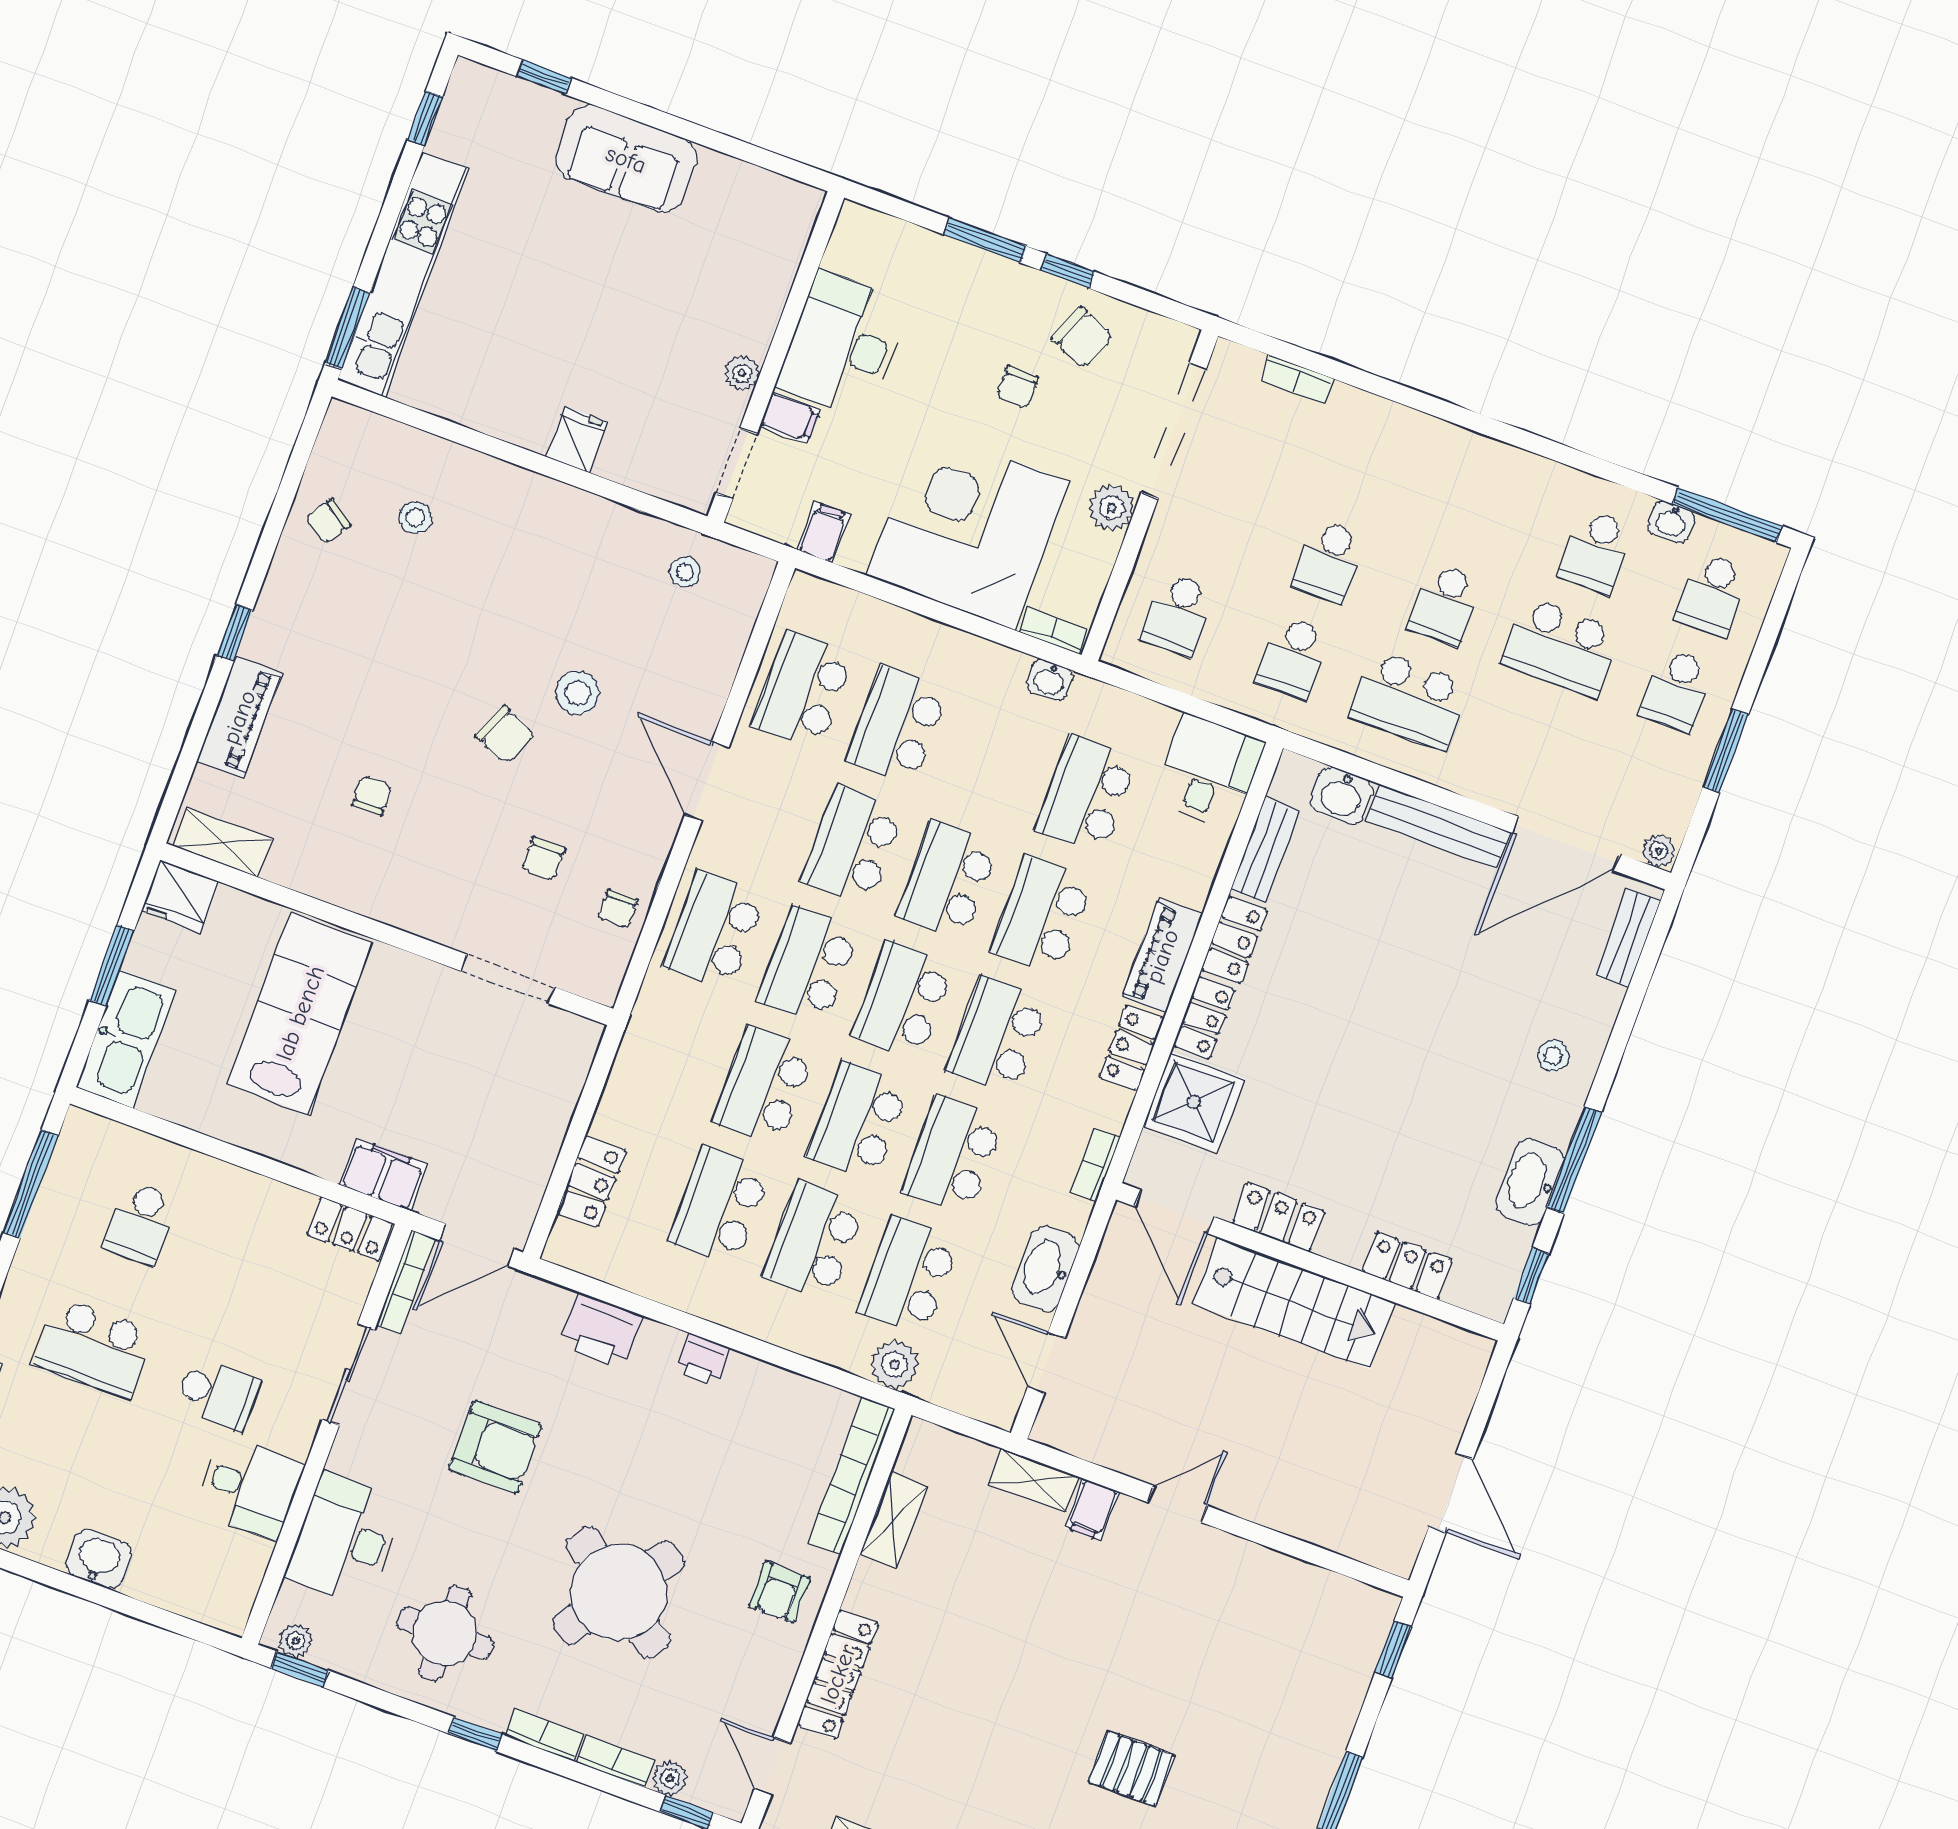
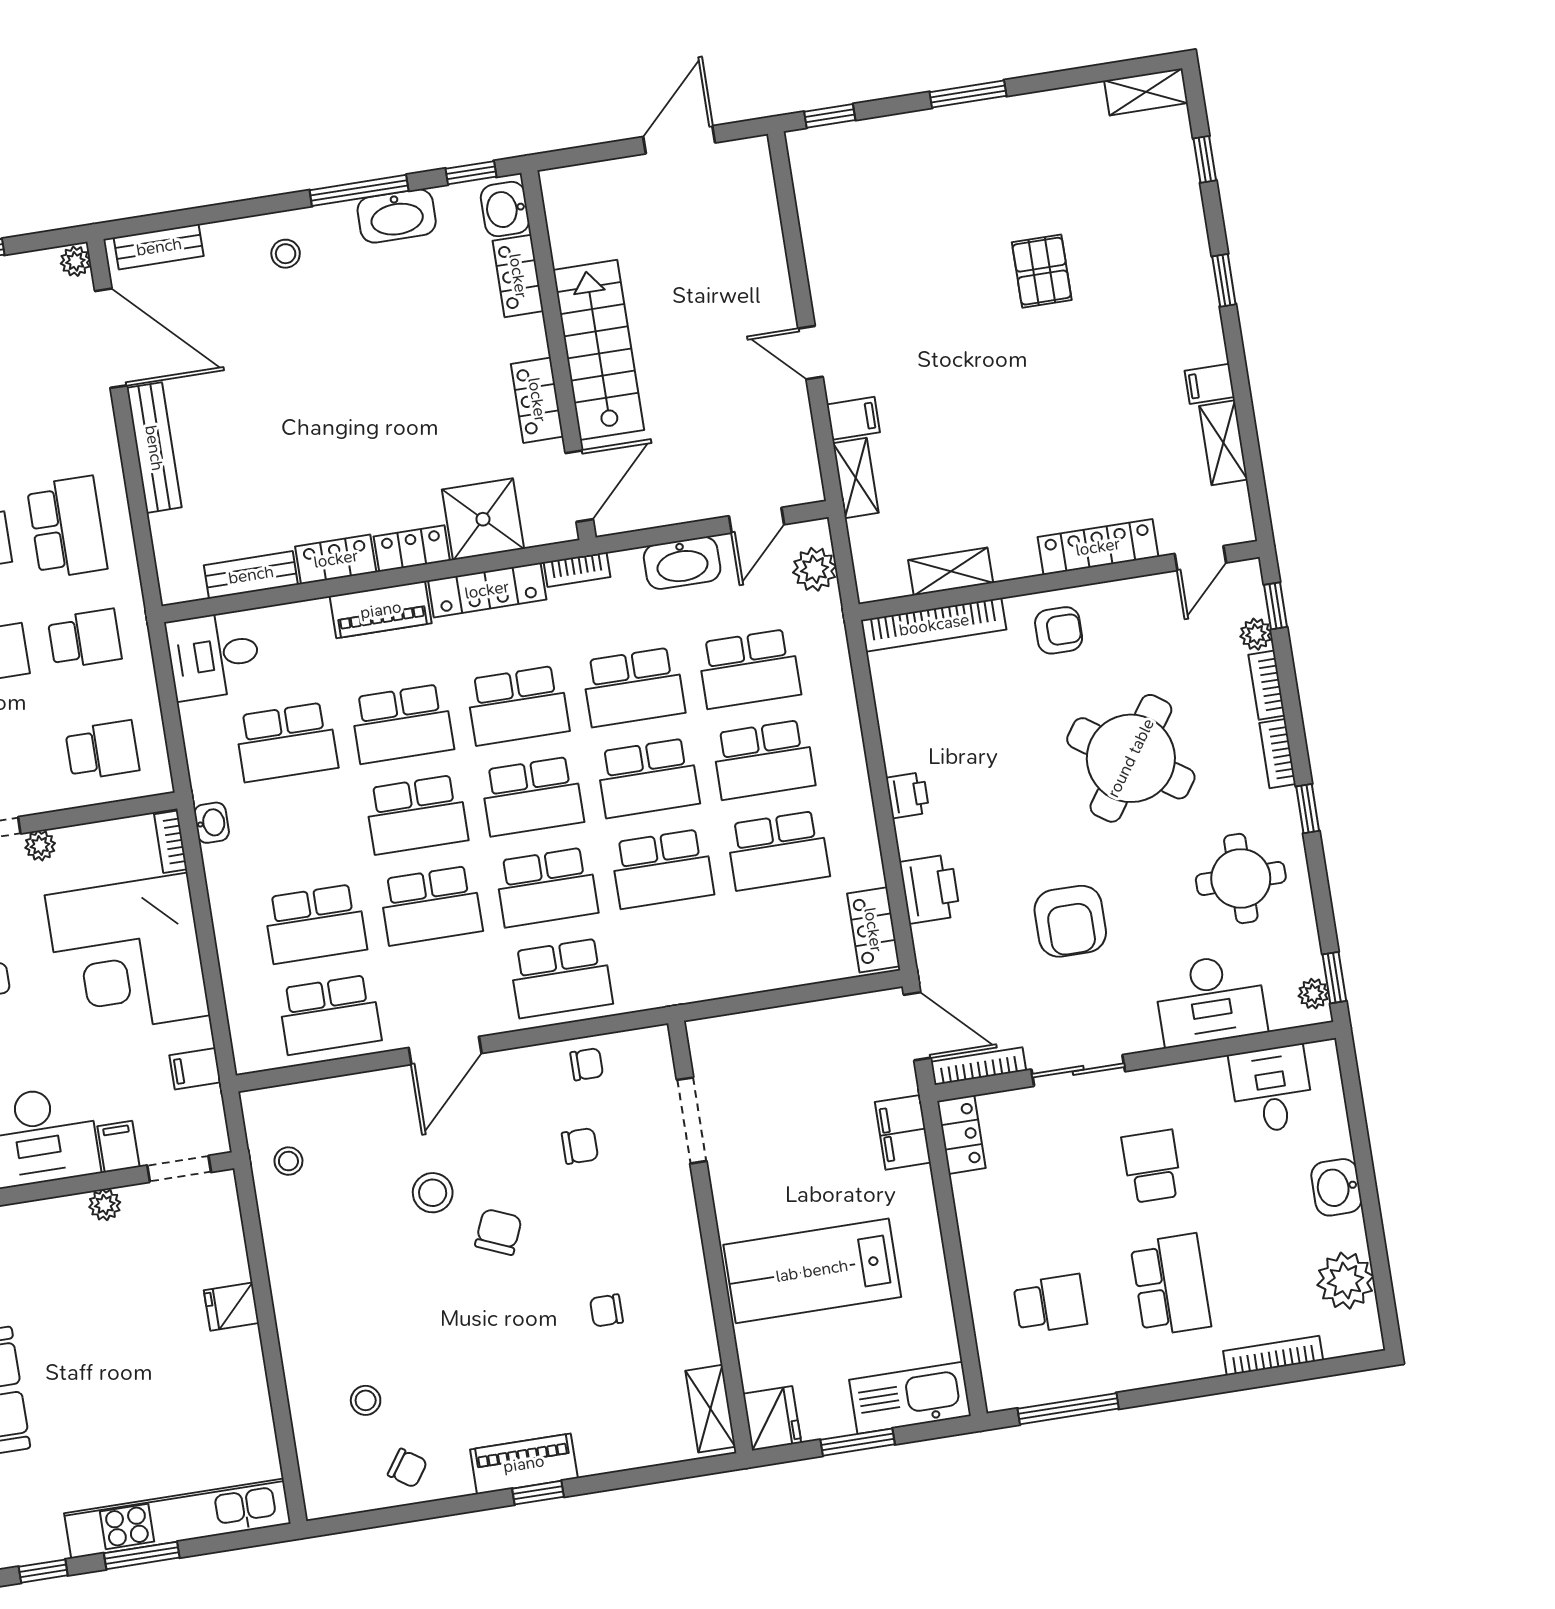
window: (348, 328) -> (142, 1555), moved
plant: (1112, 508) -> (40, 845), width x0.73, depth x0.73
piano: (239, 717) -> (524, 1464), moved
washbasin: (1342, 796) -> (505, 209), moved, turned 180
locker: (1131, 1048) -> (487, 590), width x1.53
locker: (592, 1182) -> (873, 930), moved, turned -90
plant: (894, 1364) -> (815, 569), moved
armchair: (495, 1447) -> (1070, 921), turned 180
desk: (250, 1488) -> (1272, 1089), moved

